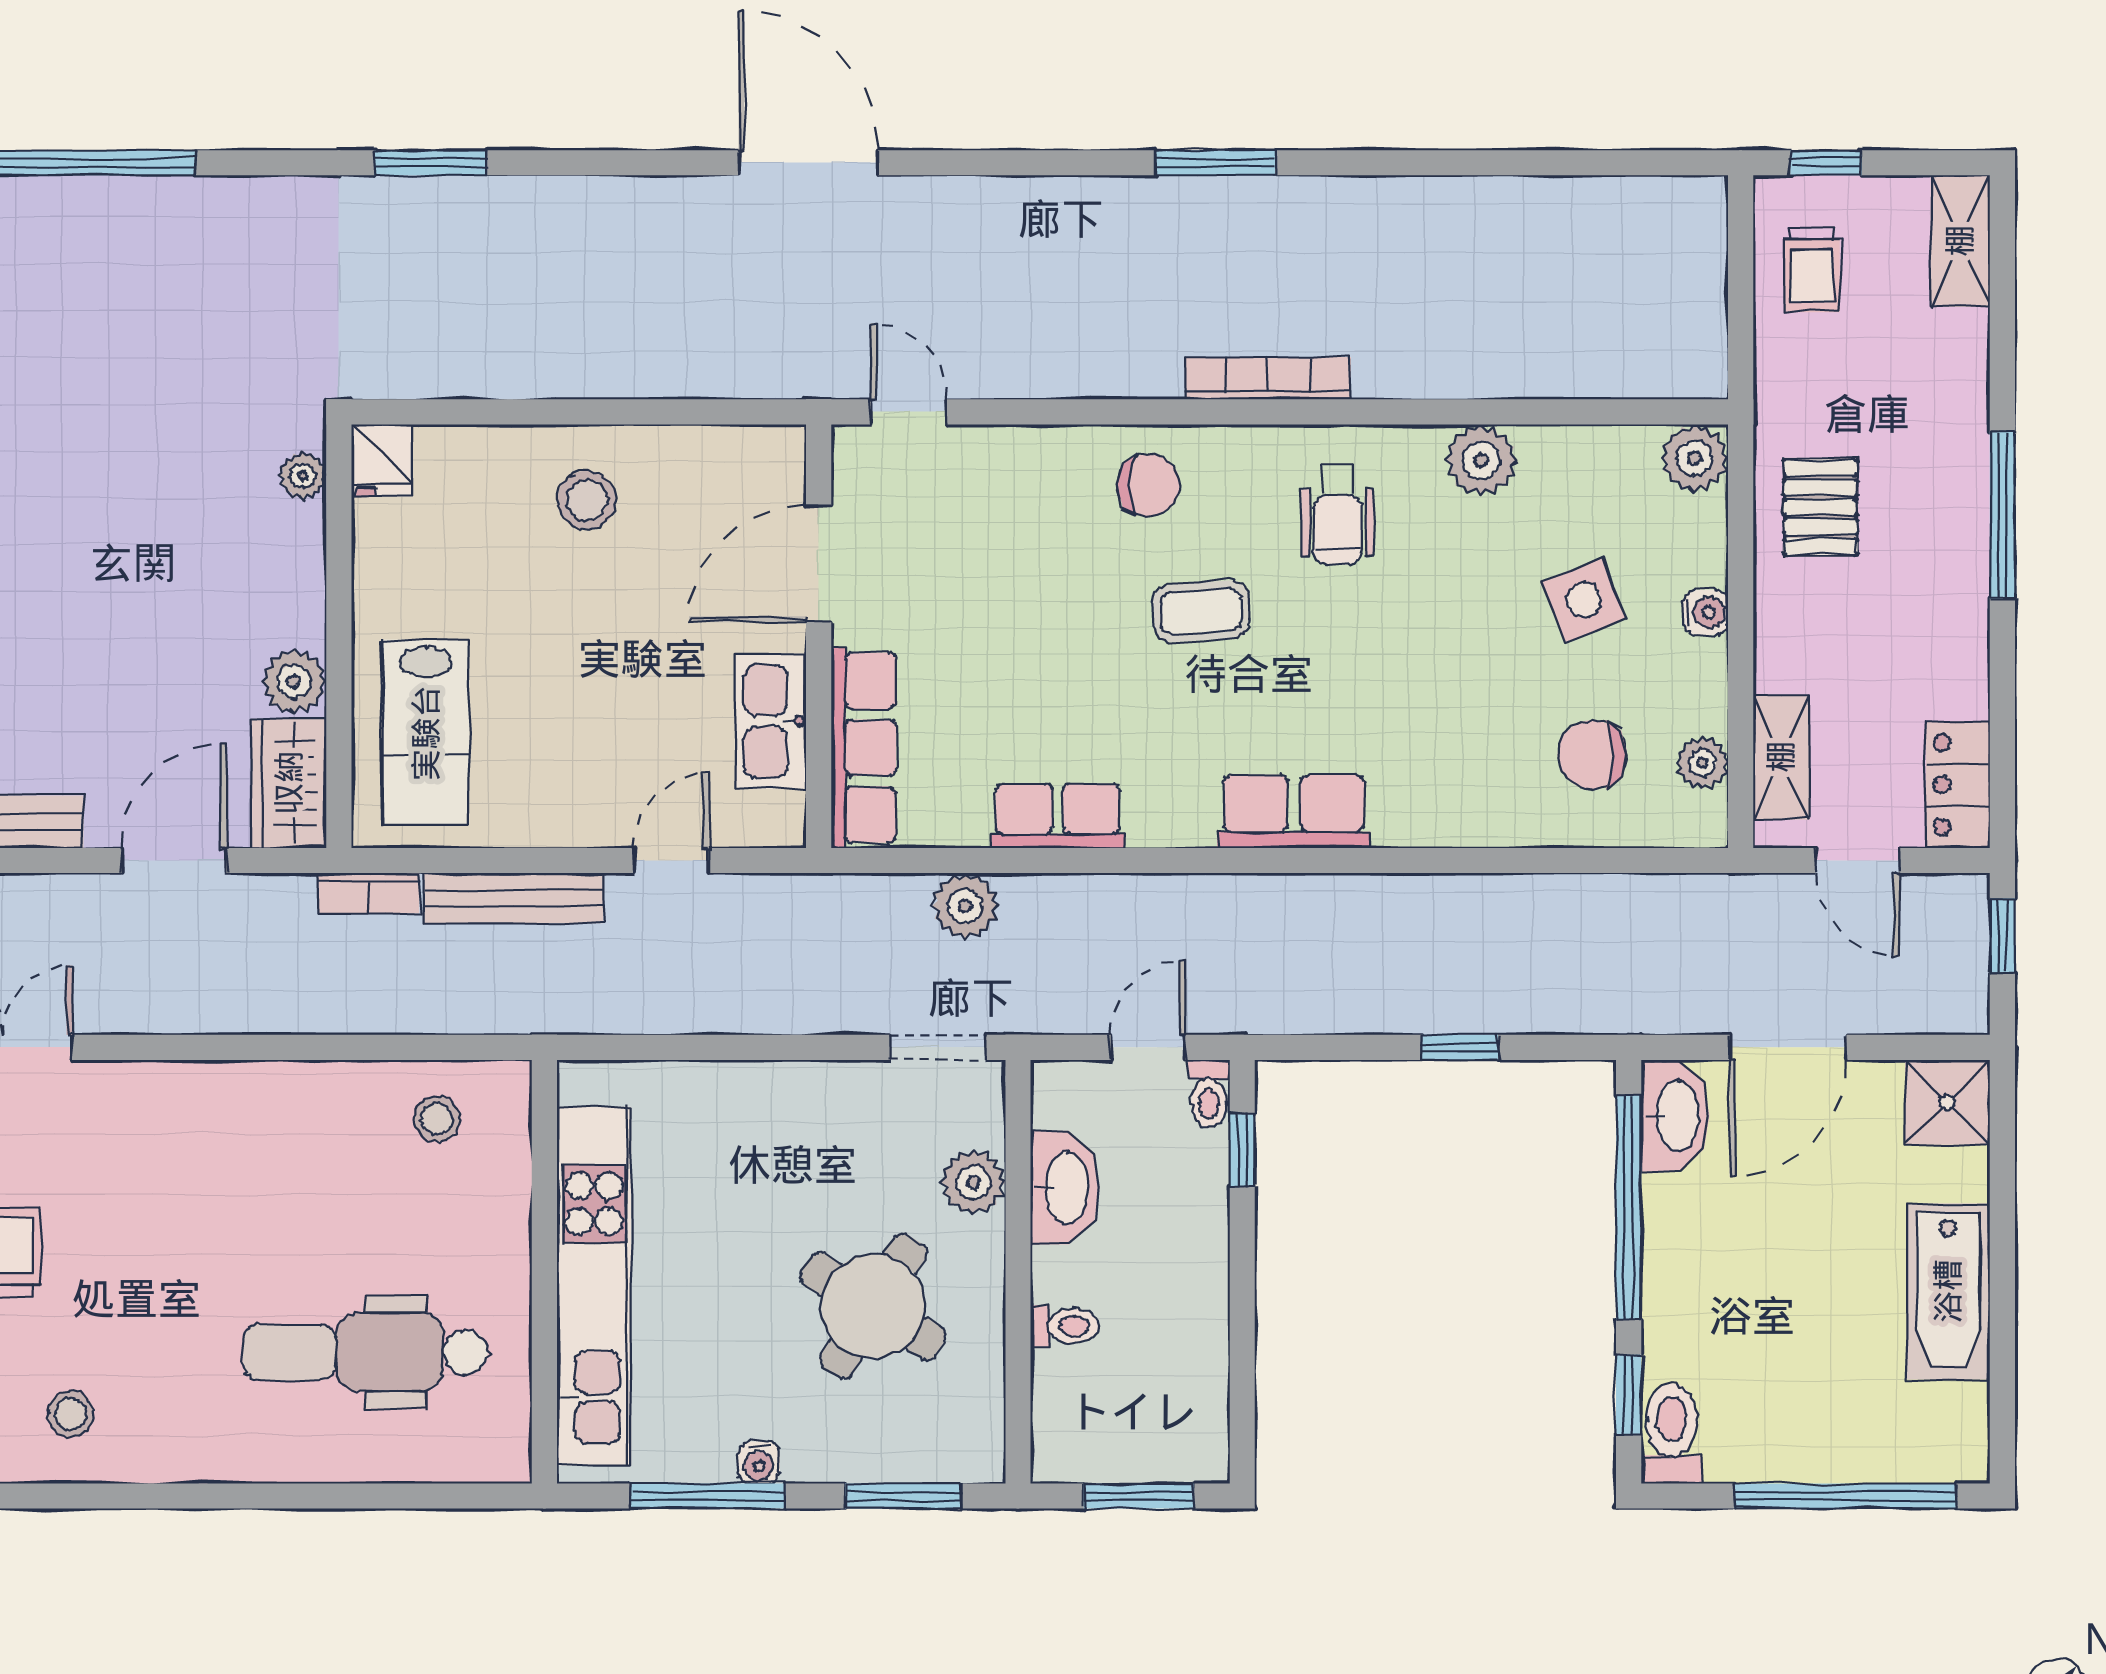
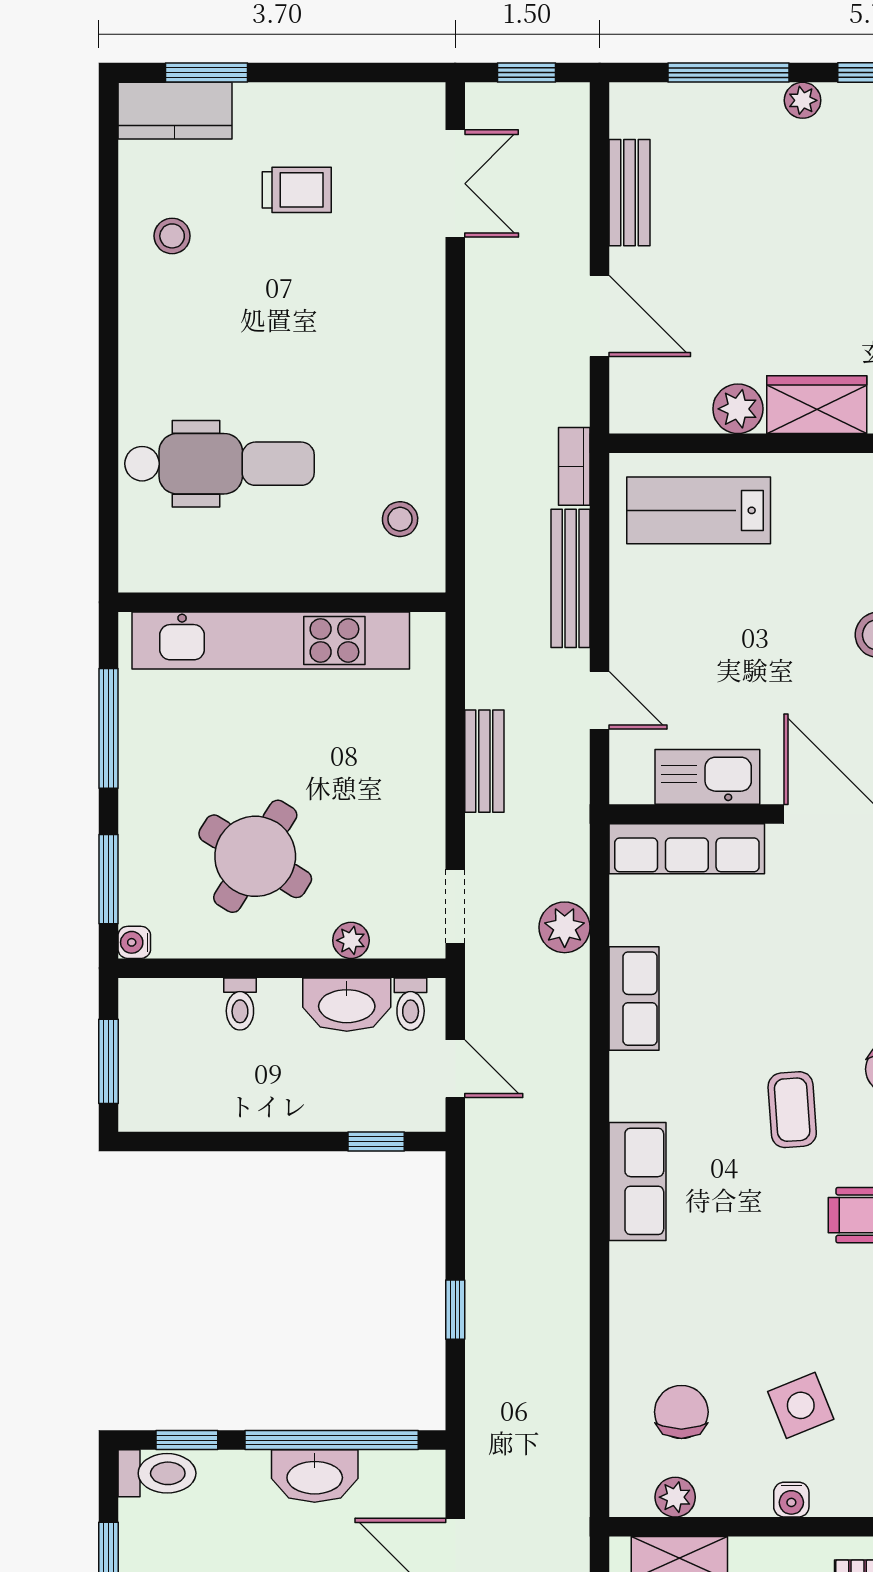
wardrobe: (289, 783) -> (817, 405), moved
bench: (750, 1010) -> (484, 761), added
toilet: (1209, 1094) -> (411, 1004), moved, turned -90
washbasin: (1675, 1116) -> (315, 1476), moved
plant: (973, 1182) -> (351, 940), width x0.73, depth x0.73
dental chair: (365, 1352) -> (220, 464), turned 90
water cooler: (759, 1463) -> (134, 942), moved

